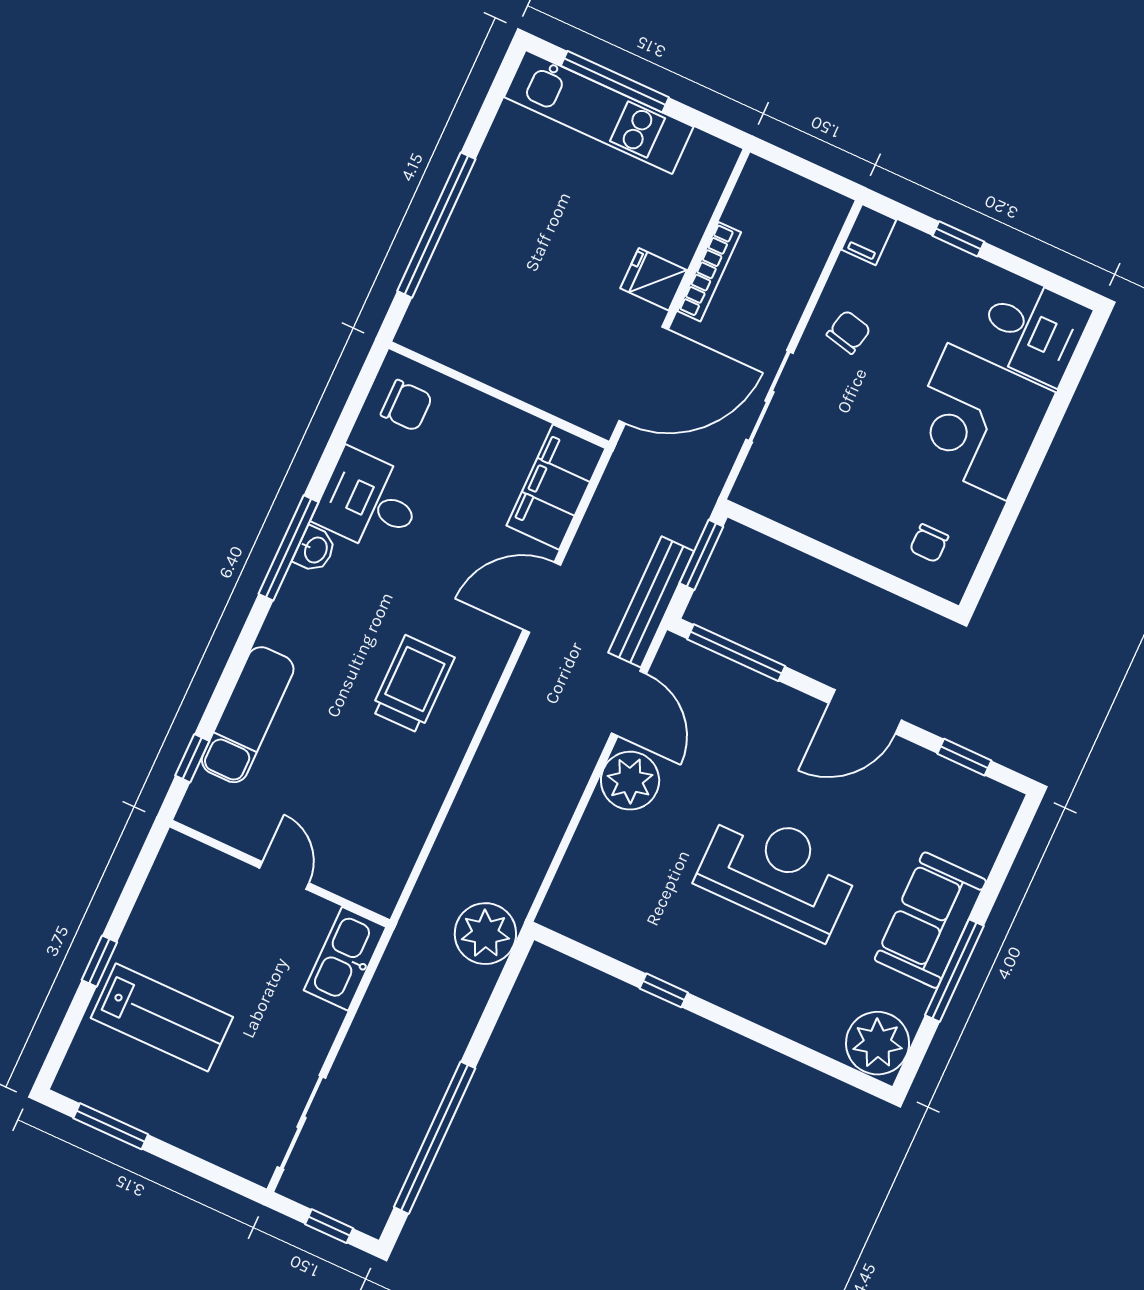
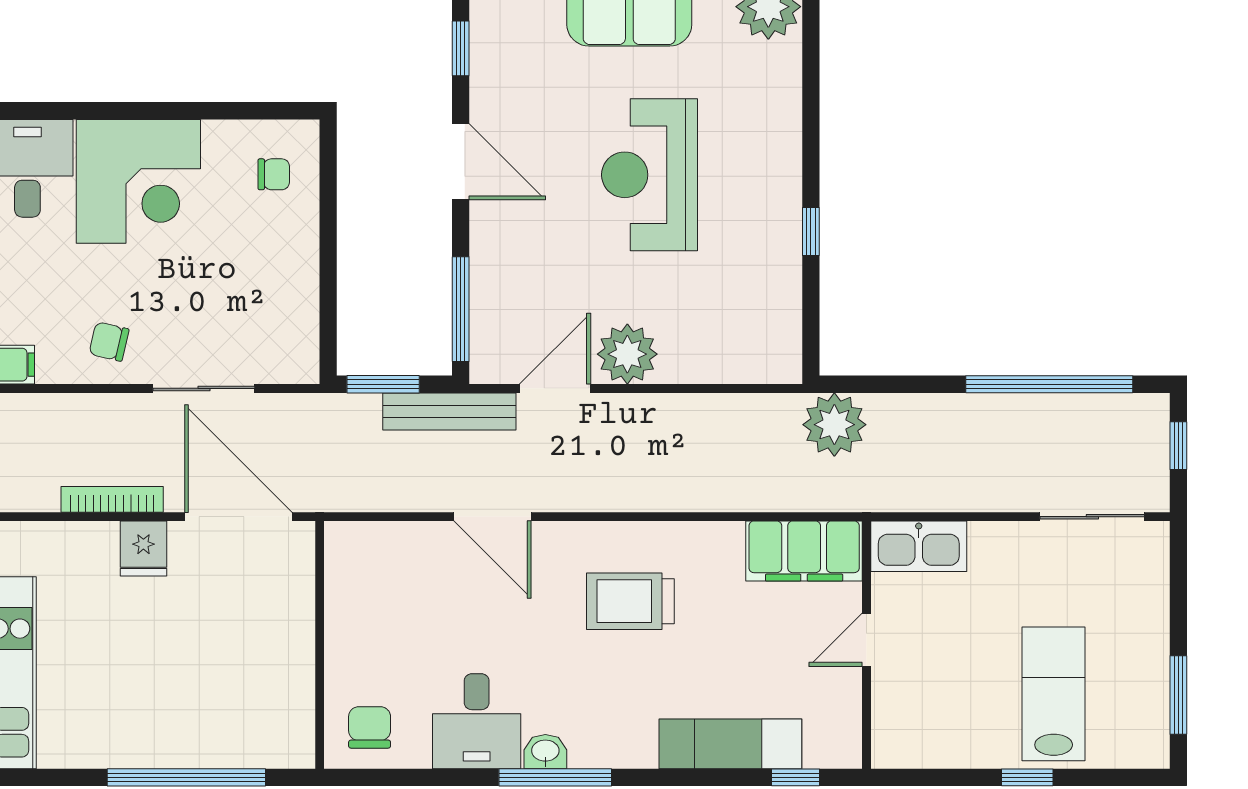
filing cabinet: (556, 487) -> (804, 551), moved

